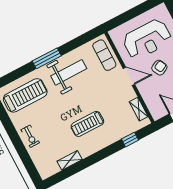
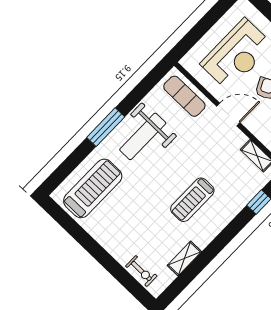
weight bench: (69, 72) -> (143, 136), turned 180
exercise bike: (30, 136) -> (141, 271), moved

